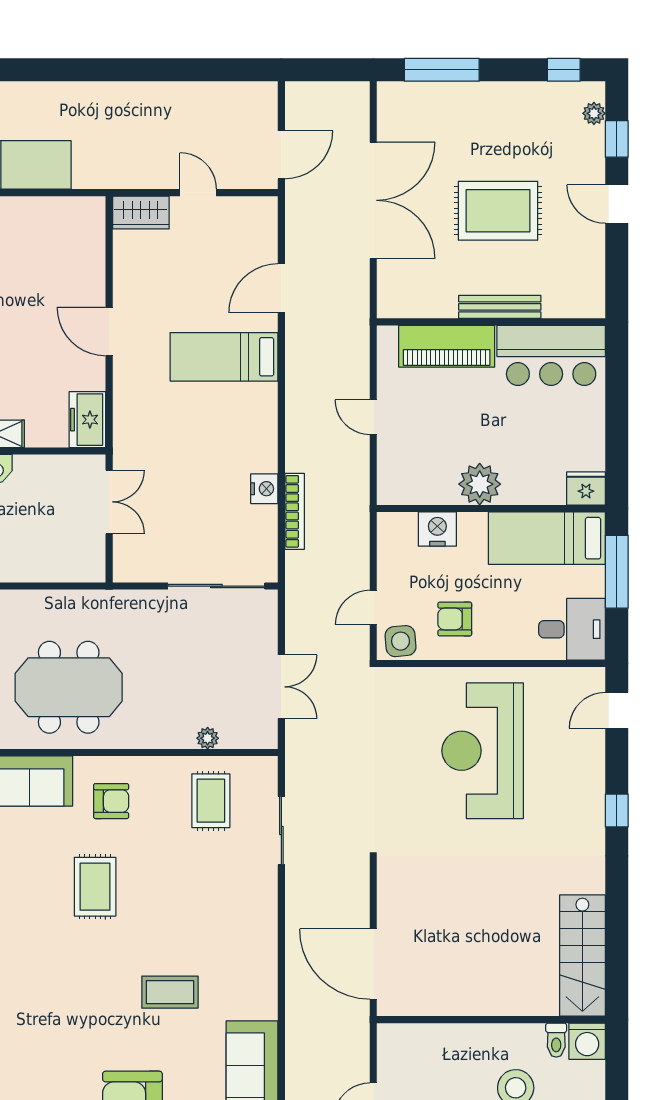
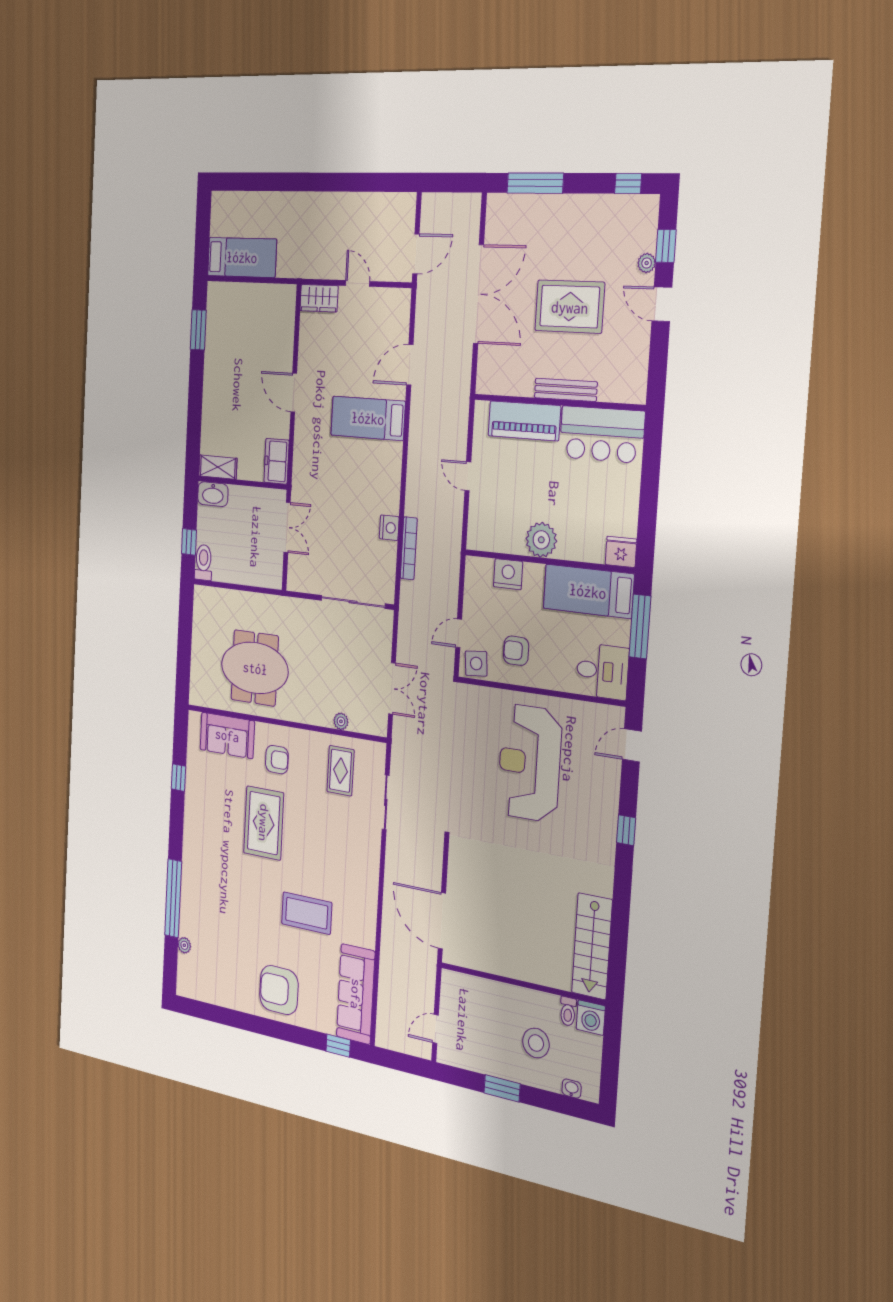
plant: (594, 113) -> (647, 263), moved
rug: (95, 887) -> (264, 823), width x1.36, depth x1.43
coffee table: (170, 992) -> (307, 913), width x1.36, depth x1.32

